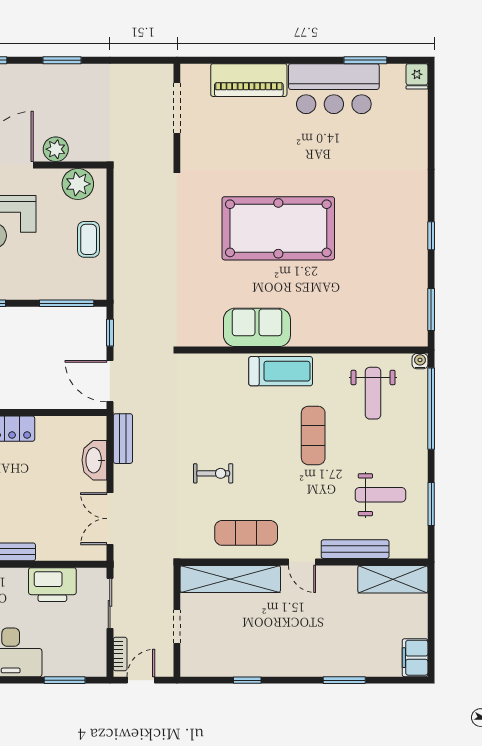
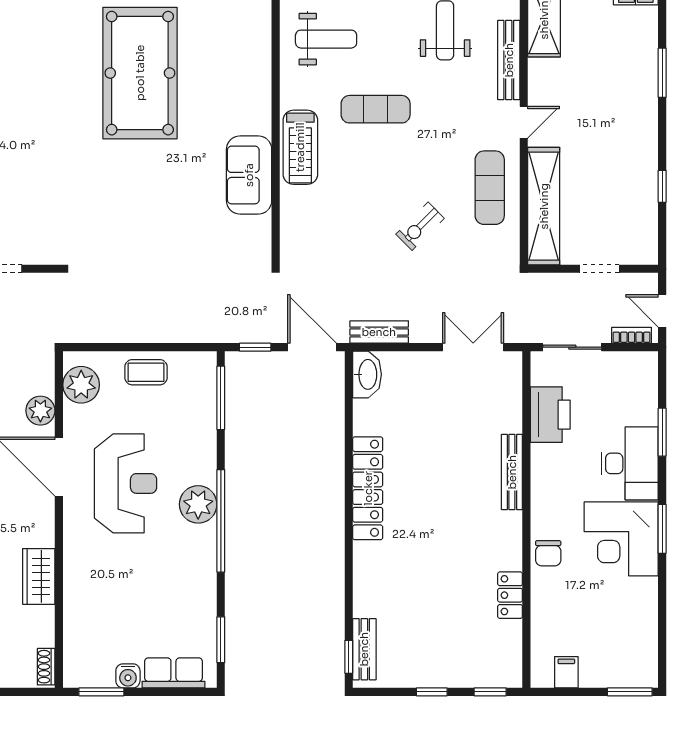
pool table: (278, 228) -> (140, 73), moved
treadmill: (281, 371) -> (300, 147), turned 180
door: (110, 381) -> (312, 347), swing flipped
washbasin: (94, 460) -> (367, 374), moved, turned -90
exercise bike: (213, 473) -> (420, 226), turned -135
double door: (110, 519) -> (473, 347), swing flipped
window: (65, 680) -> (662, 432), moved

